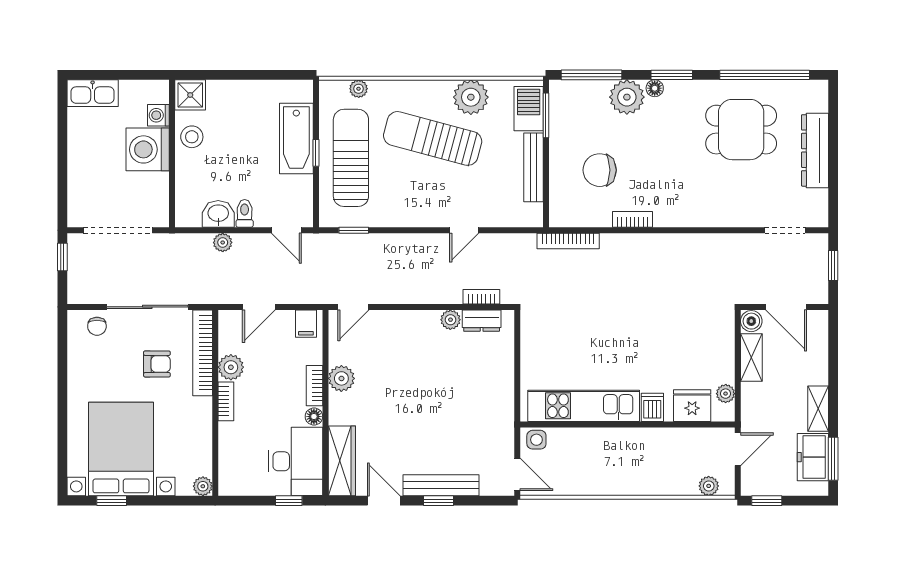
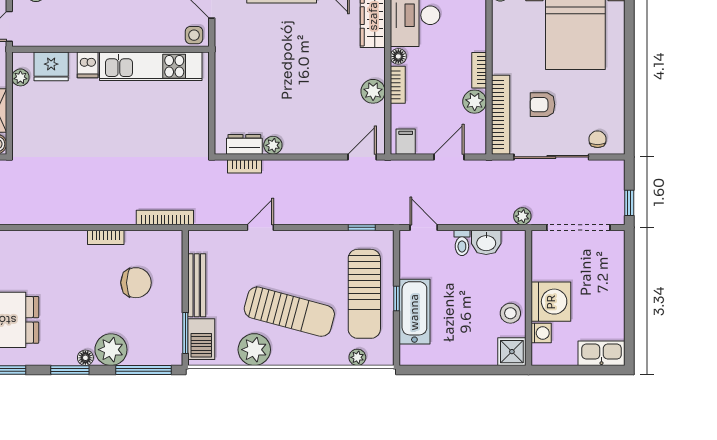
plant: (223, 242) -> (522, 216), moved

